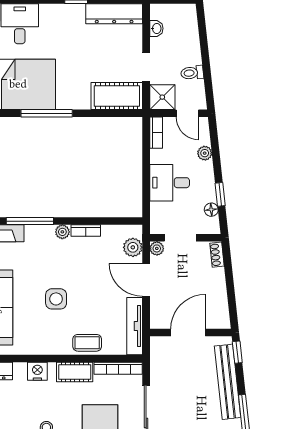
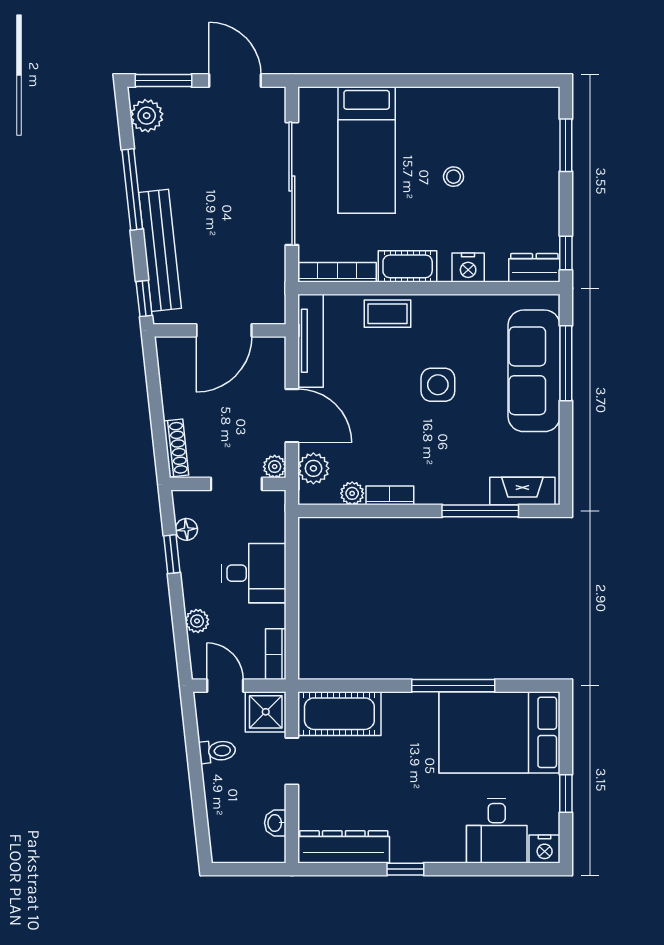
plant: (62, 232) -> (352, 493), moved
shoe rack: (217, 255) -> (176, 448), width x1.43

